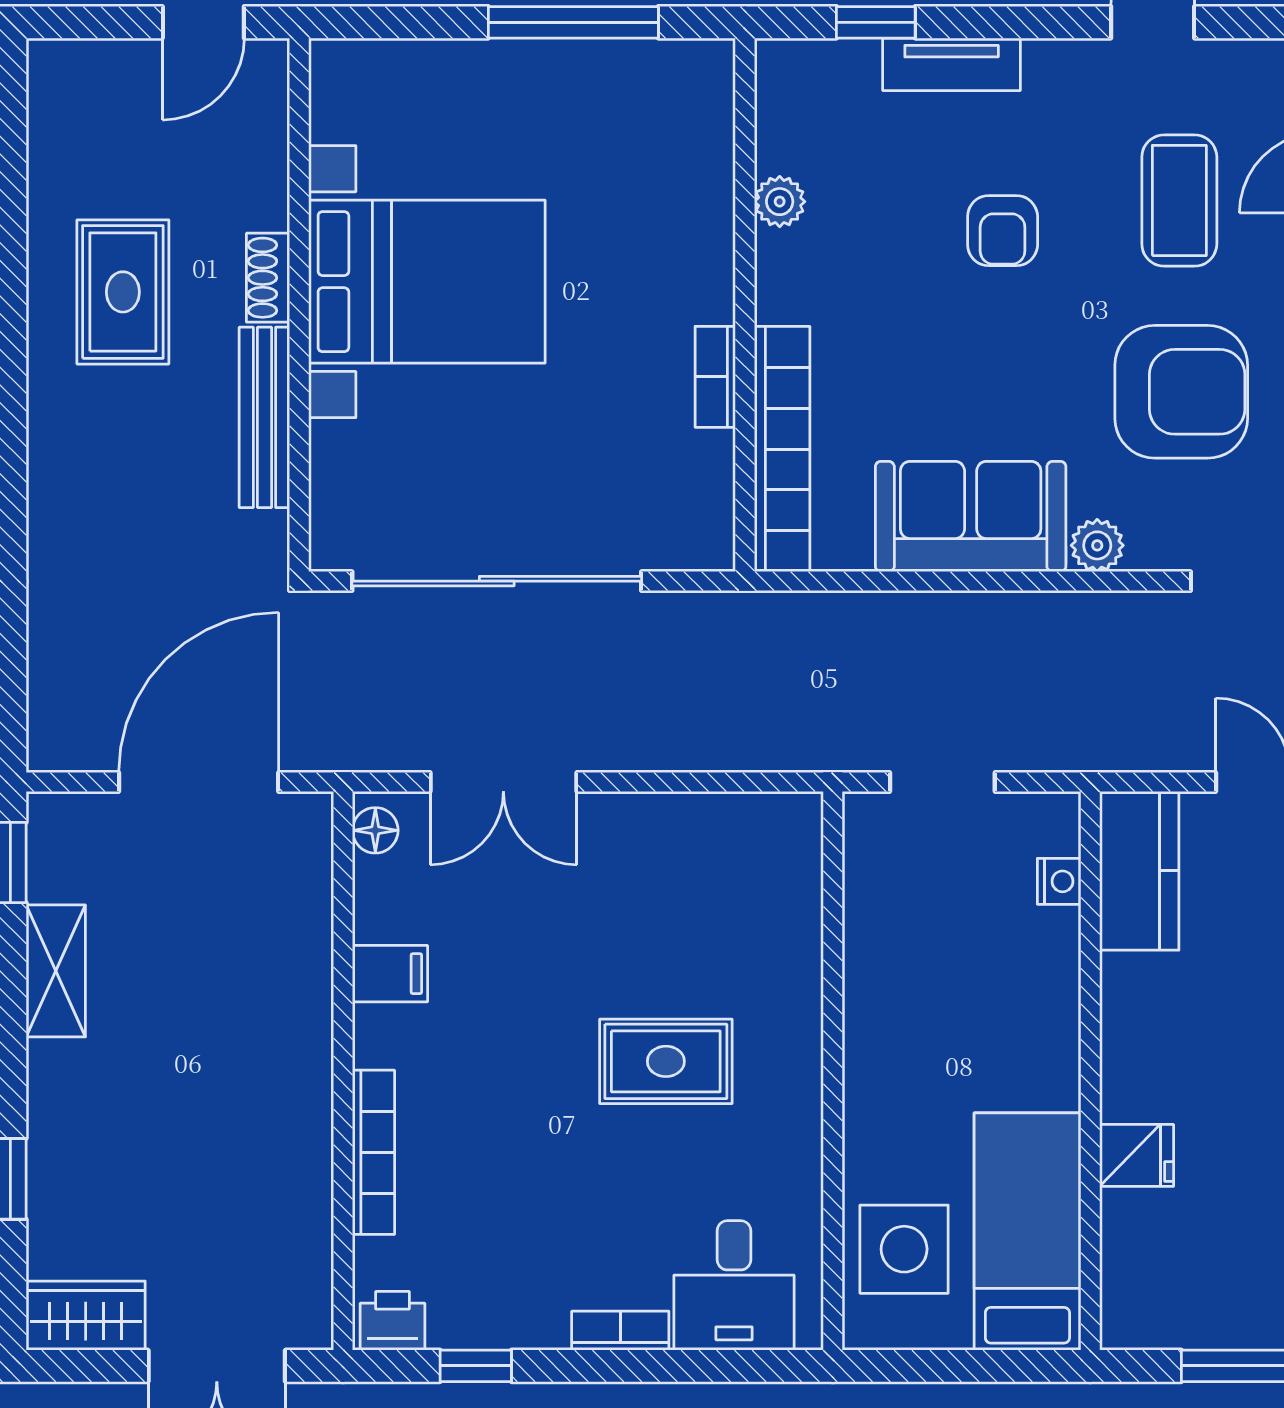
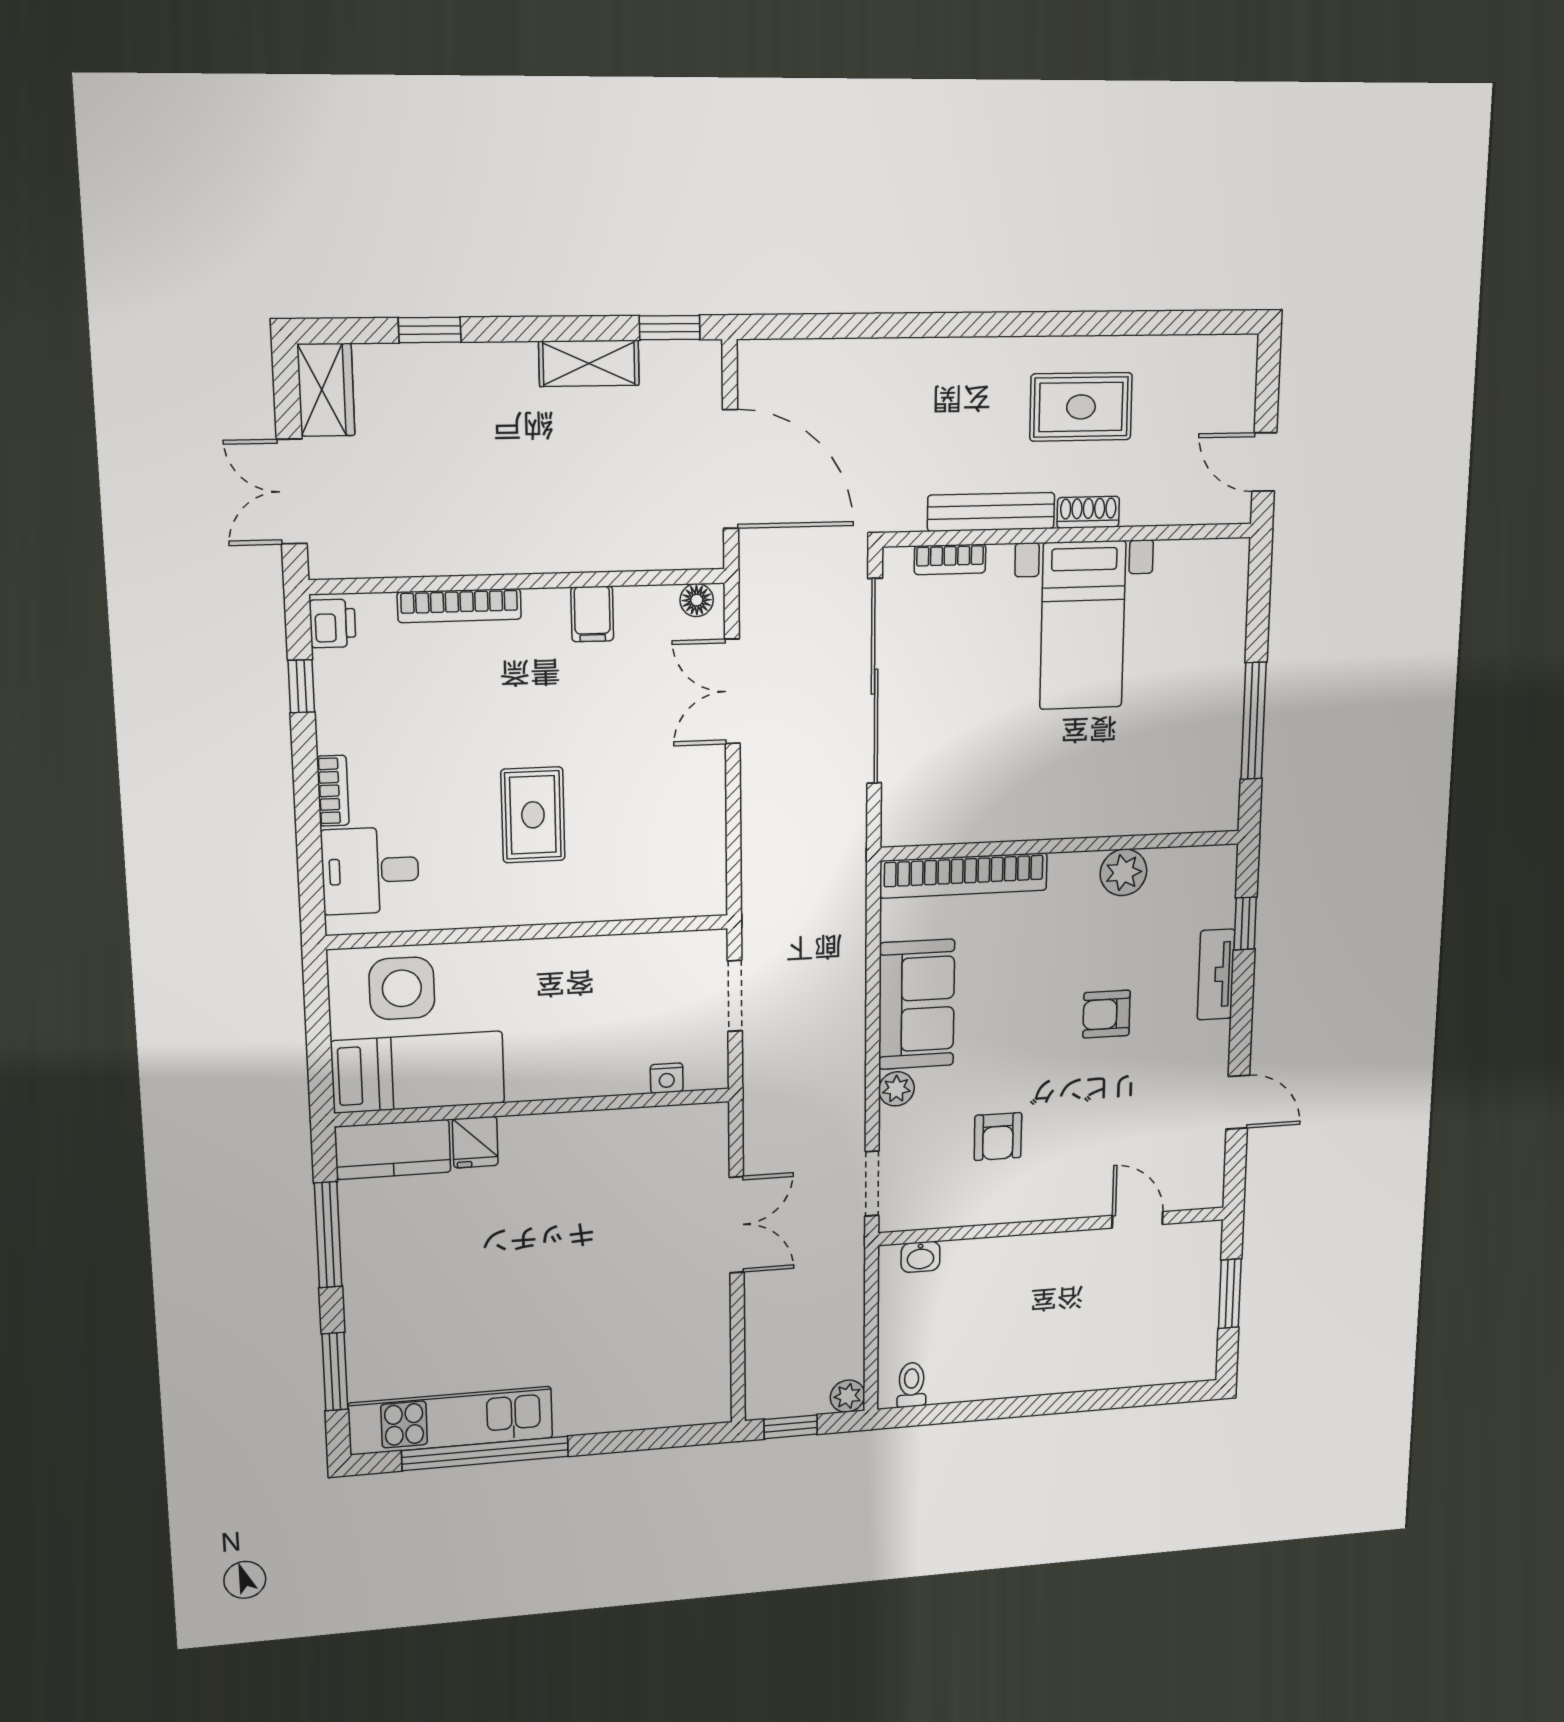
coffee table: (1179, 201) -> (1123, 1127), removed
plant: (780, 202) -> (1123, 872), width x1.38, depth x1.38
bed with nightstands: (427, 282) -> (1083, 625), width x0.73
bookcase: (715, 377) -> (950, 559), moved, turned 180
armchair: (1181, 392) -> (998, 1137), width x0.53, depth x0.53
kitchen counter: (1139, 871) -> (393, 1149), moved

